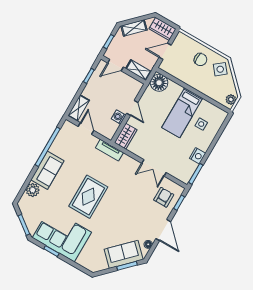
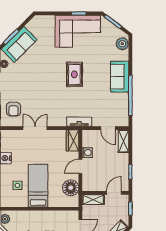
floor lamp: (159, 83) -> (71, 188), moved
door: (132, 108) -> (80, 166), hinge flipped
plant: (33, 190) -> (122, 44), moved
rug: (88, 197) -> (74, 74), width x0.73, depth x0.70

